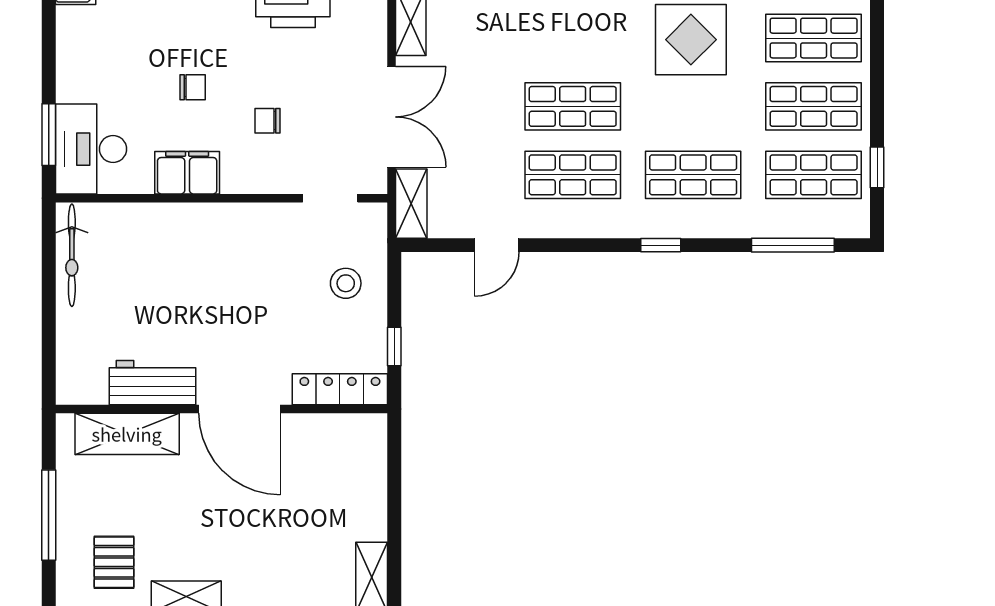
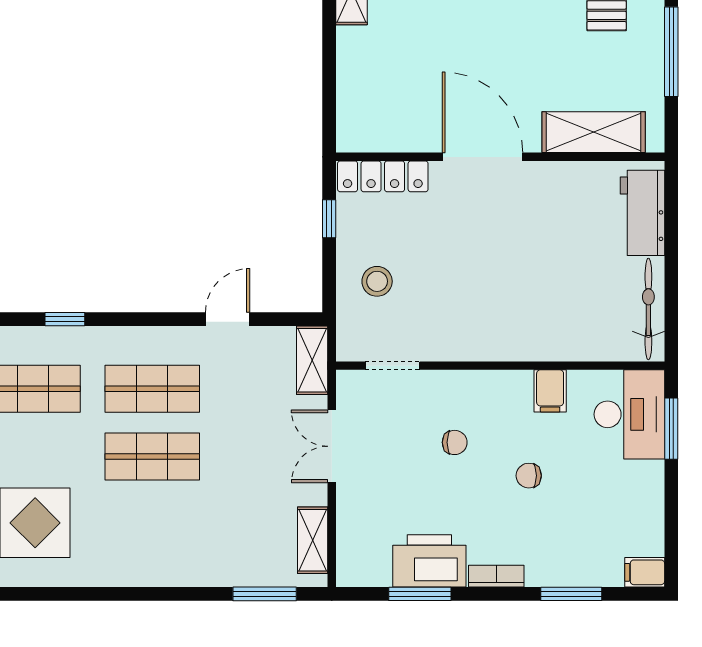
double door: (391, 117) -> (332, 446), width x0.73
filing cabinet: (187, 173) -> (550, 391), width x0.50
workbench: (153, 383) -> (642, 213), moved, turned 90

